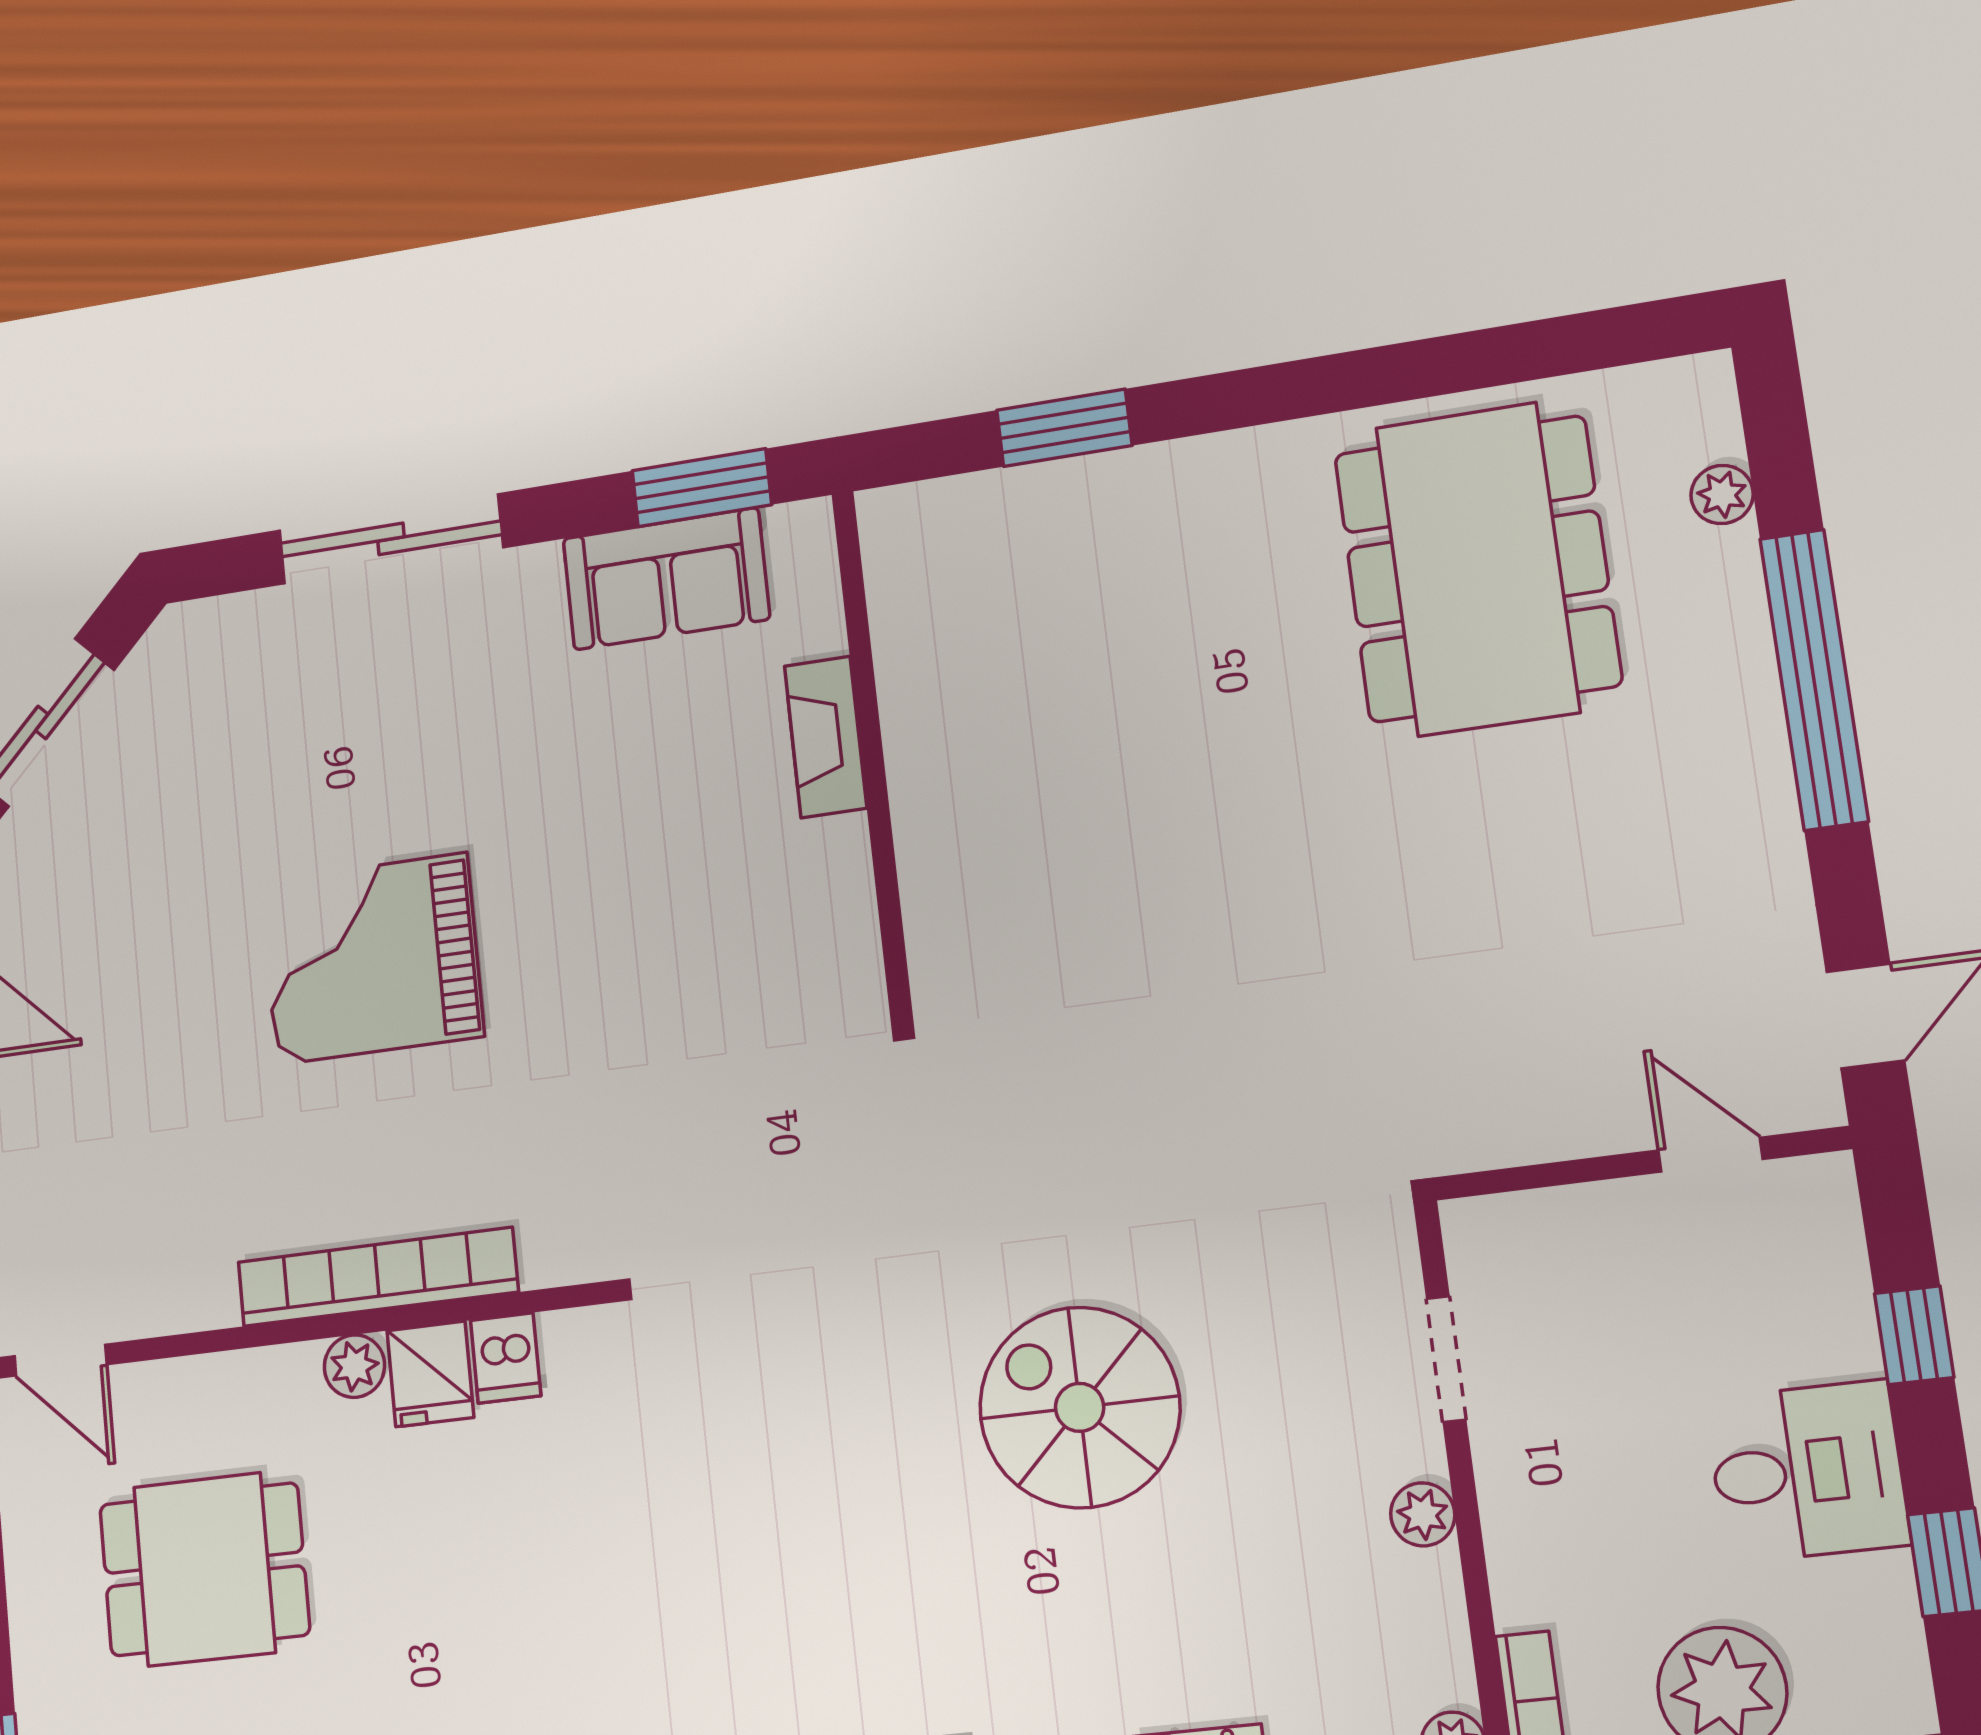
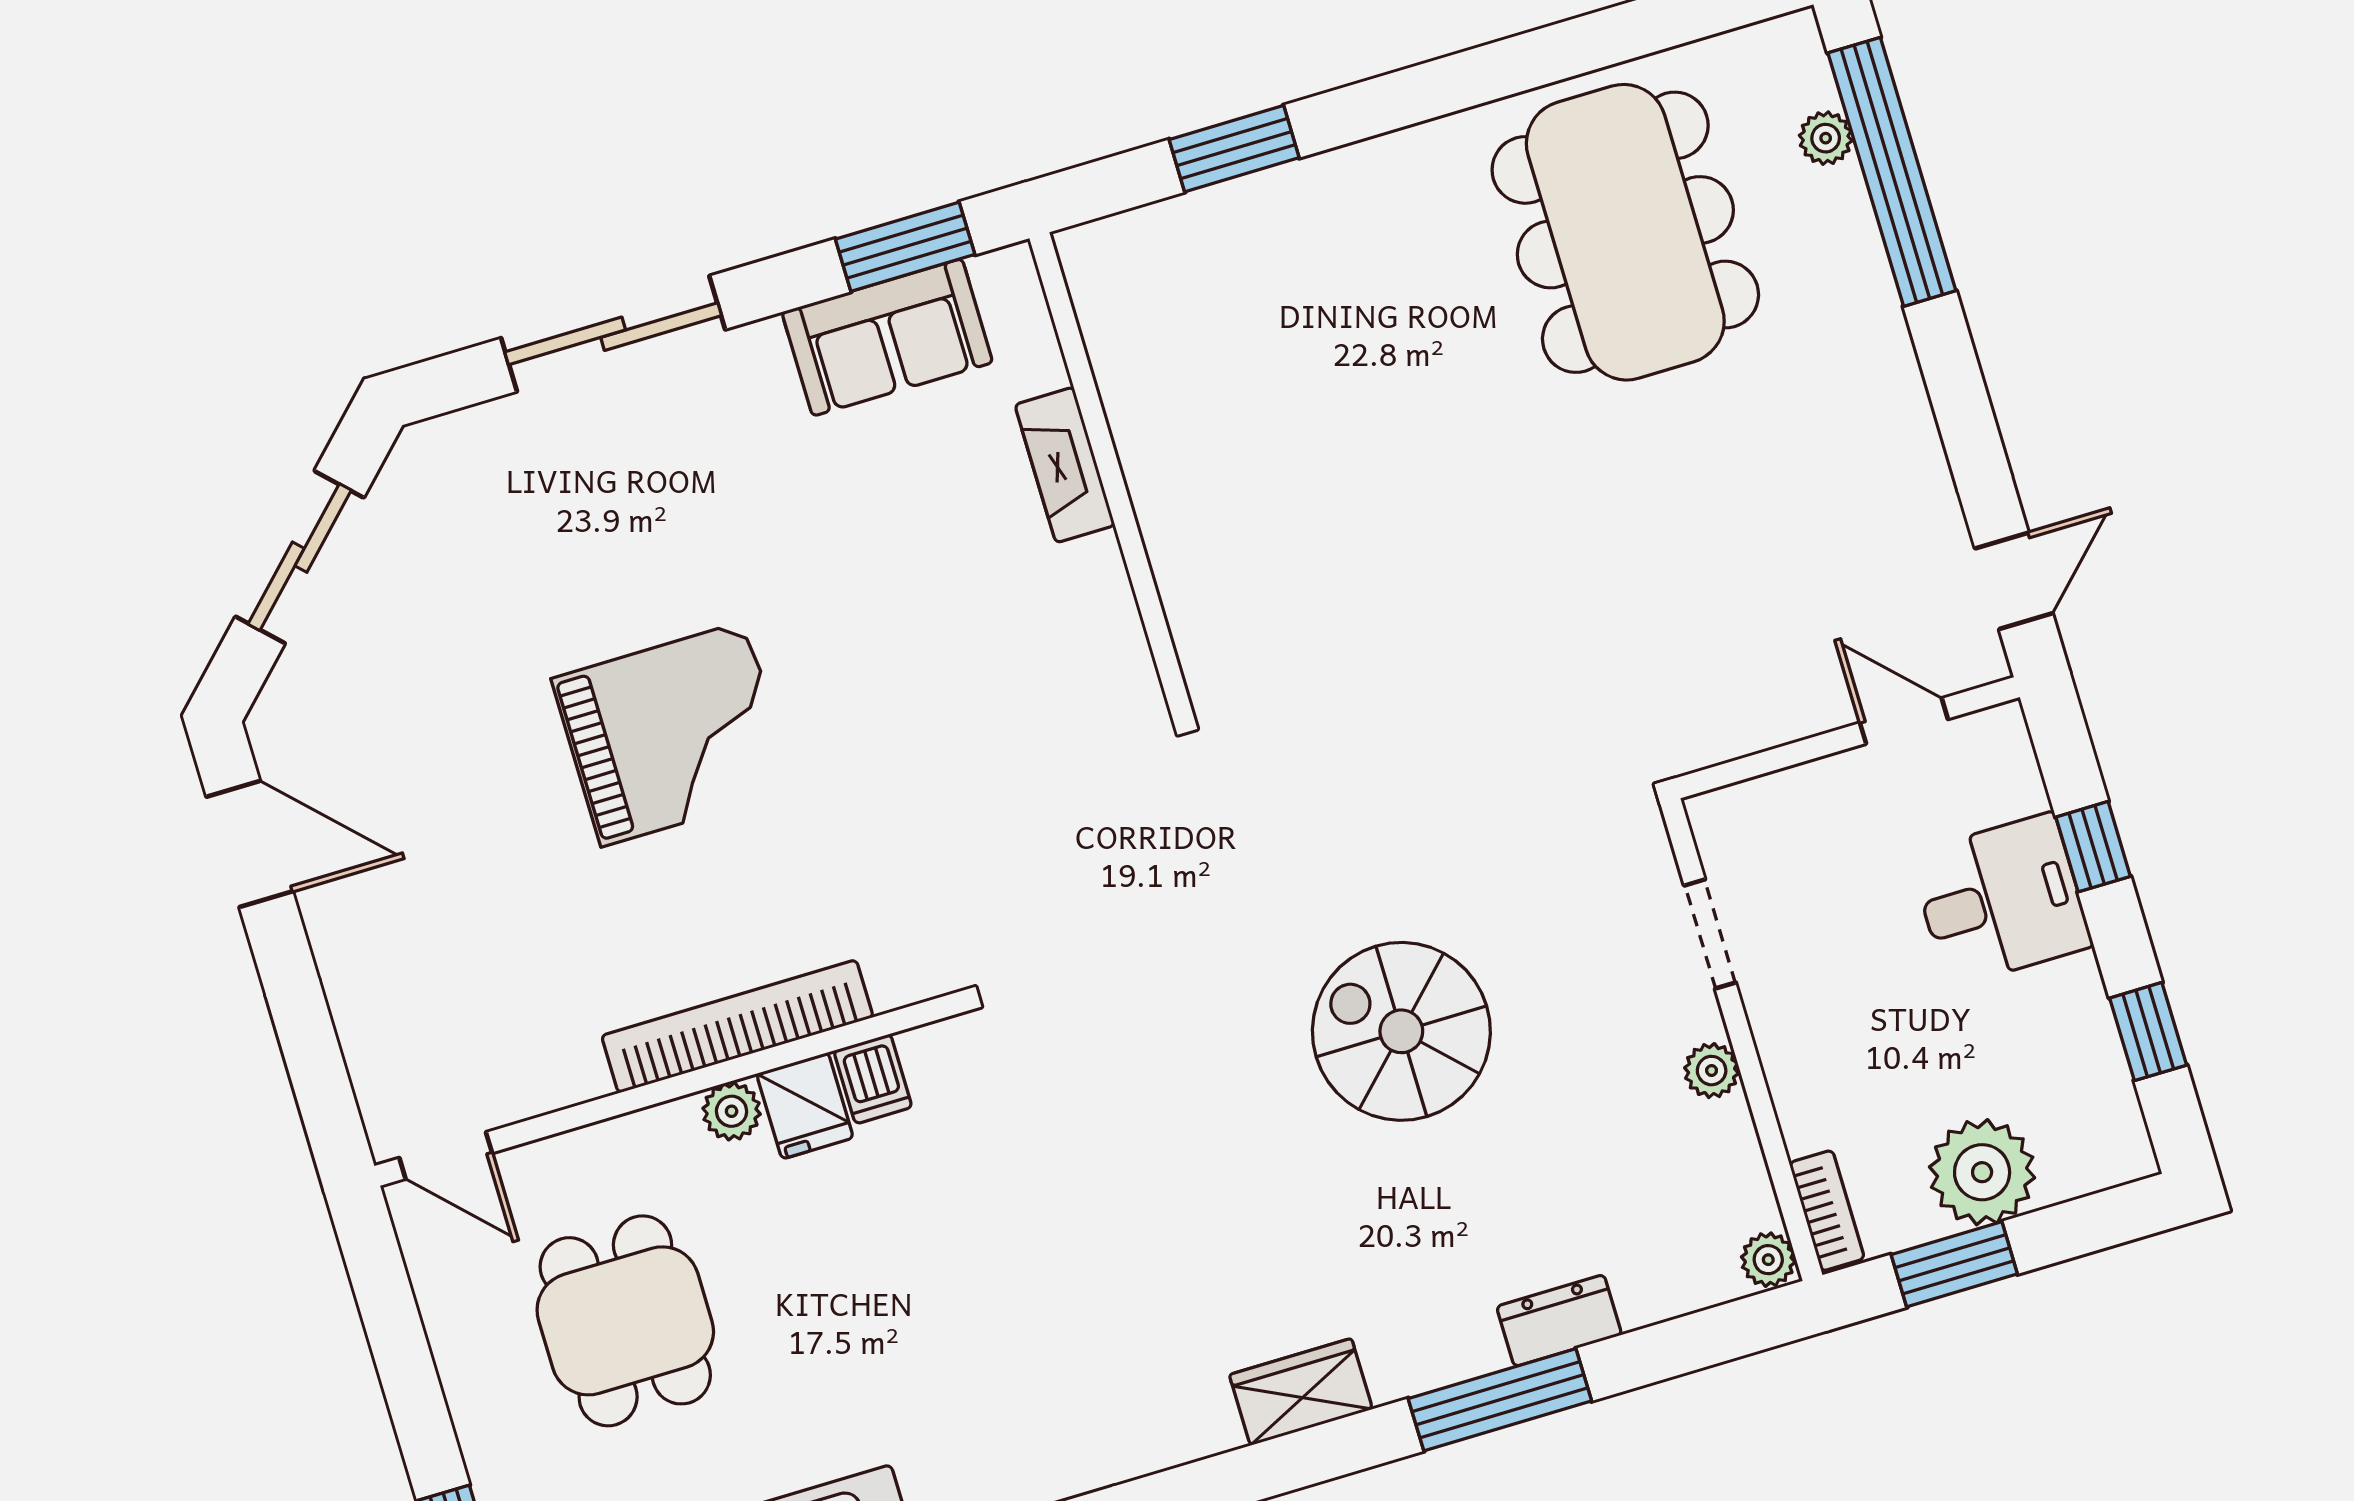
window: (1814, 679) -> (1892, 172), moved
grand piano: (372, 959) -> (673, 734), turned 180
desk: (1807, 1472) -> (2001, 900), moved
dining table: (204, 1569) -> (625, 1321), turned 90

